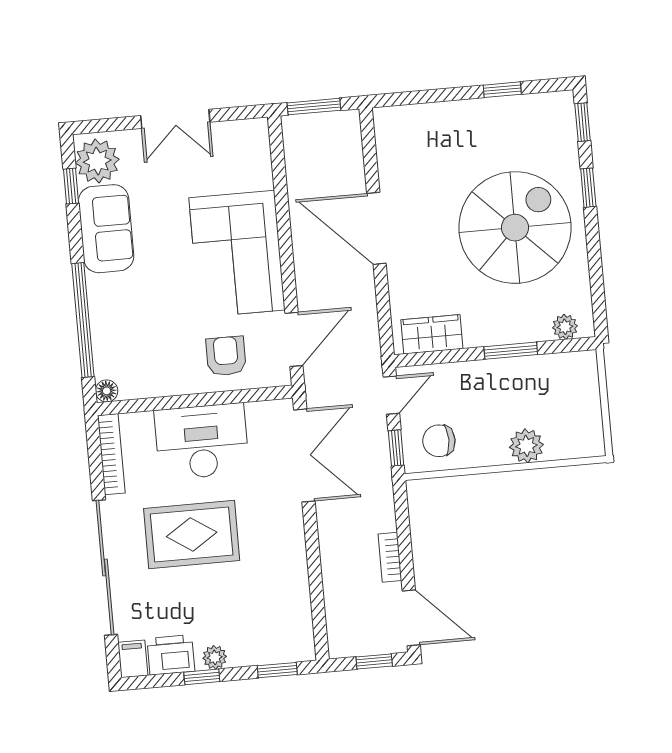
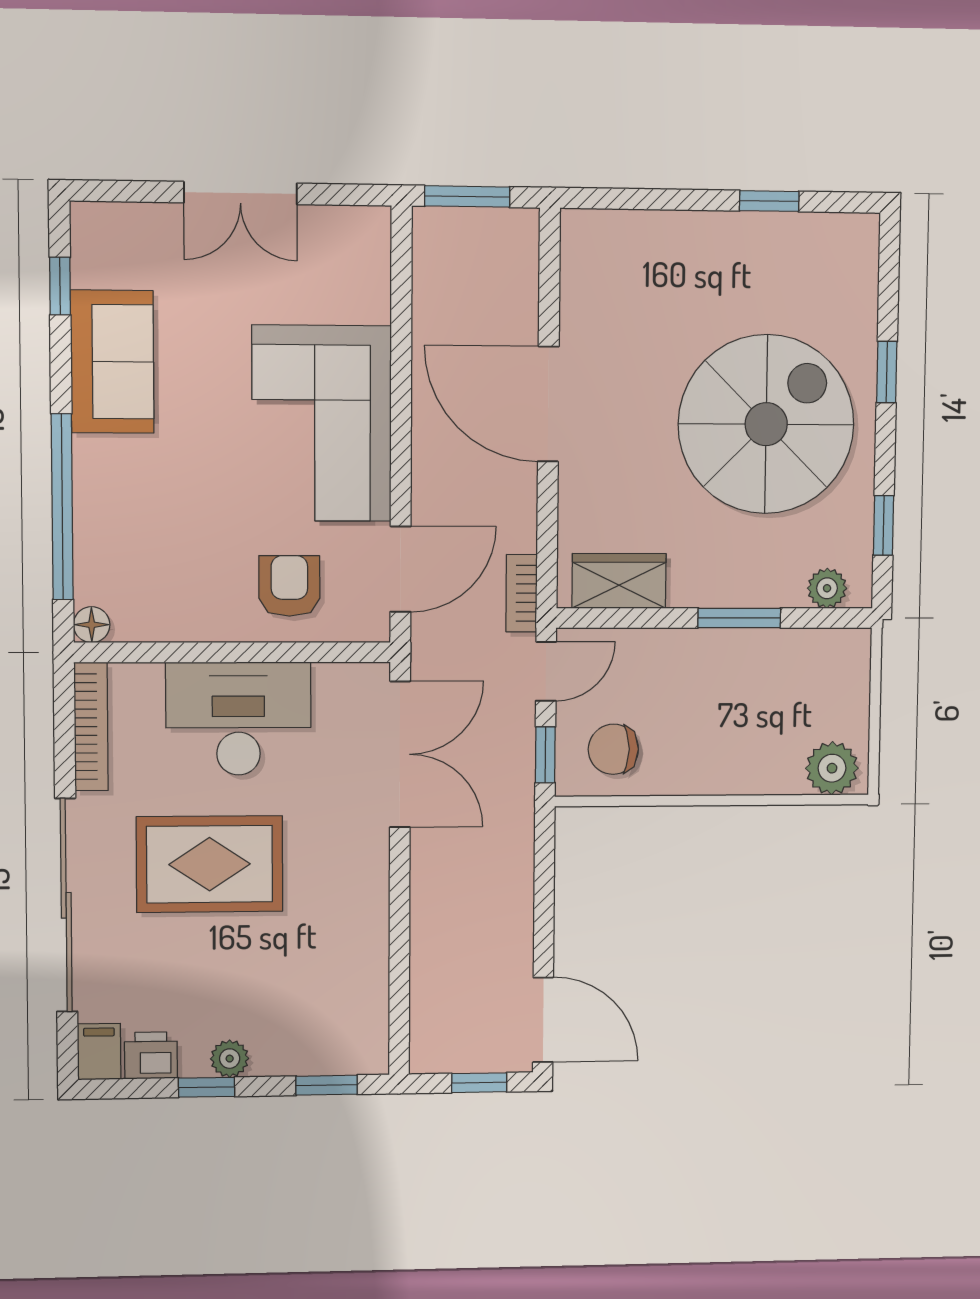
window: (582, 122) -> (883, 525), moved
plant: (97, 161) -> (107, 249), removed
plant: (526, 446) -> (832, 768), moved
bookcase: (390, 557) -> (522, 593), moved
printer: (171, 655) -> (151, 1055), width x0.73, depth x0.81

